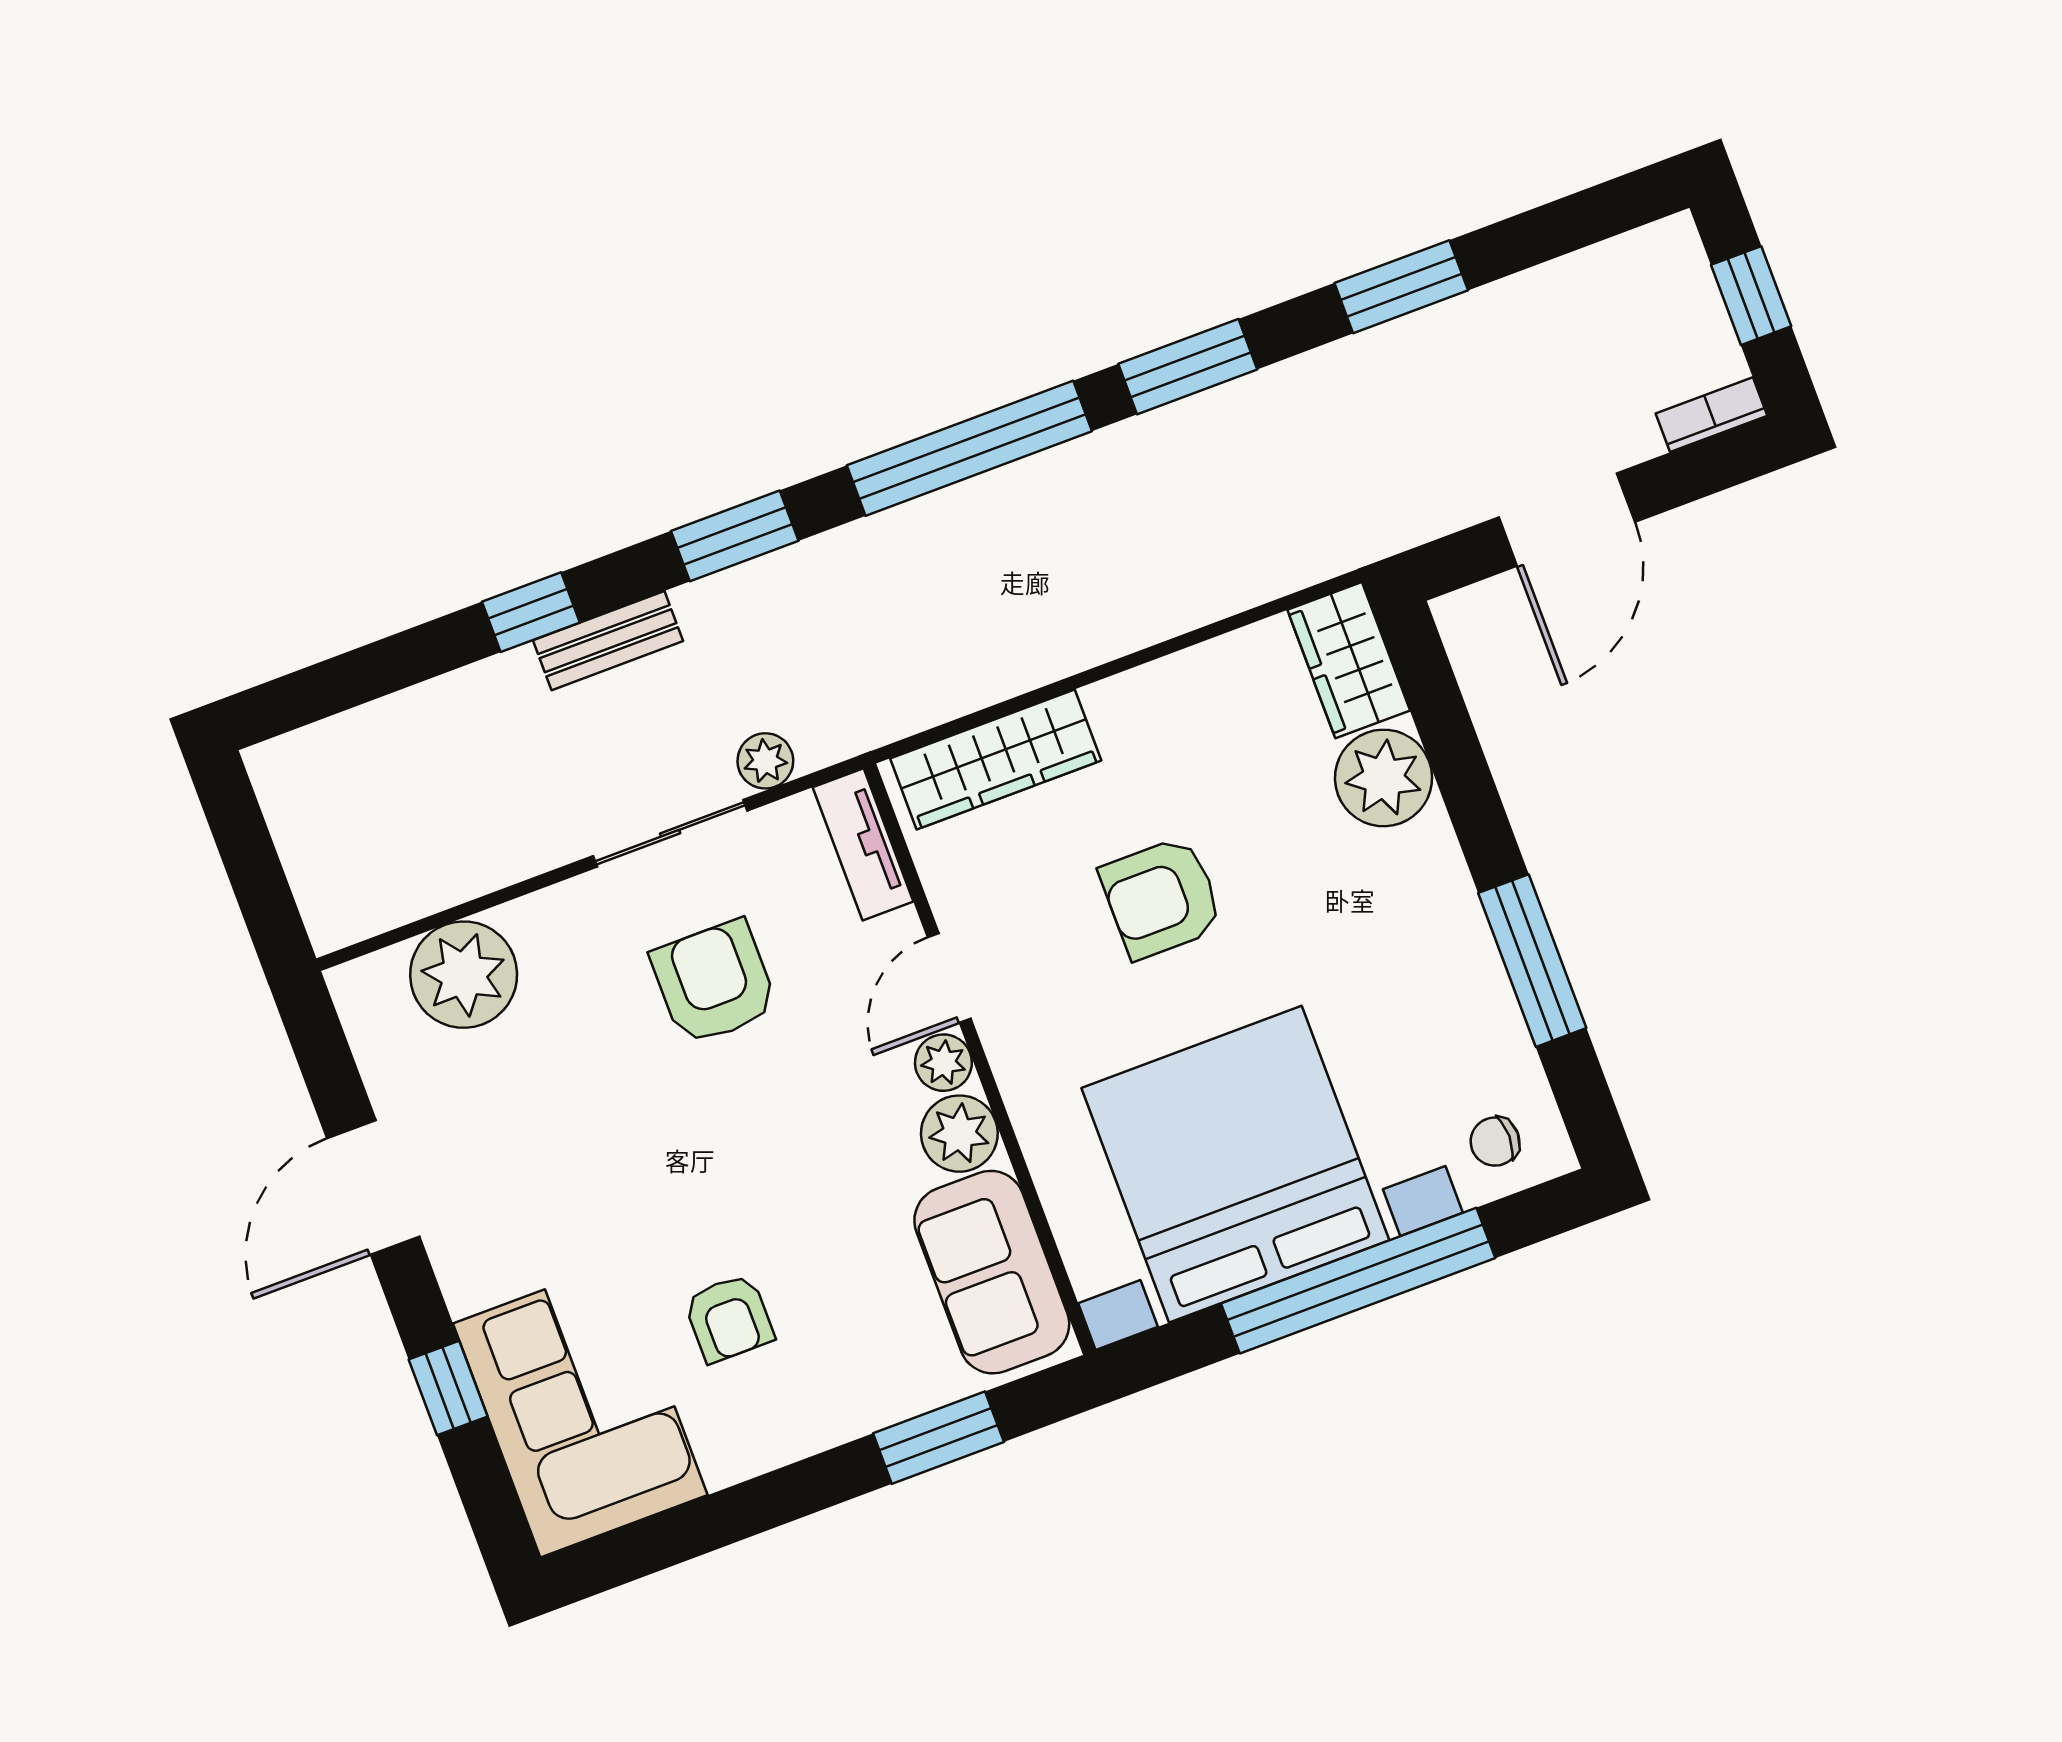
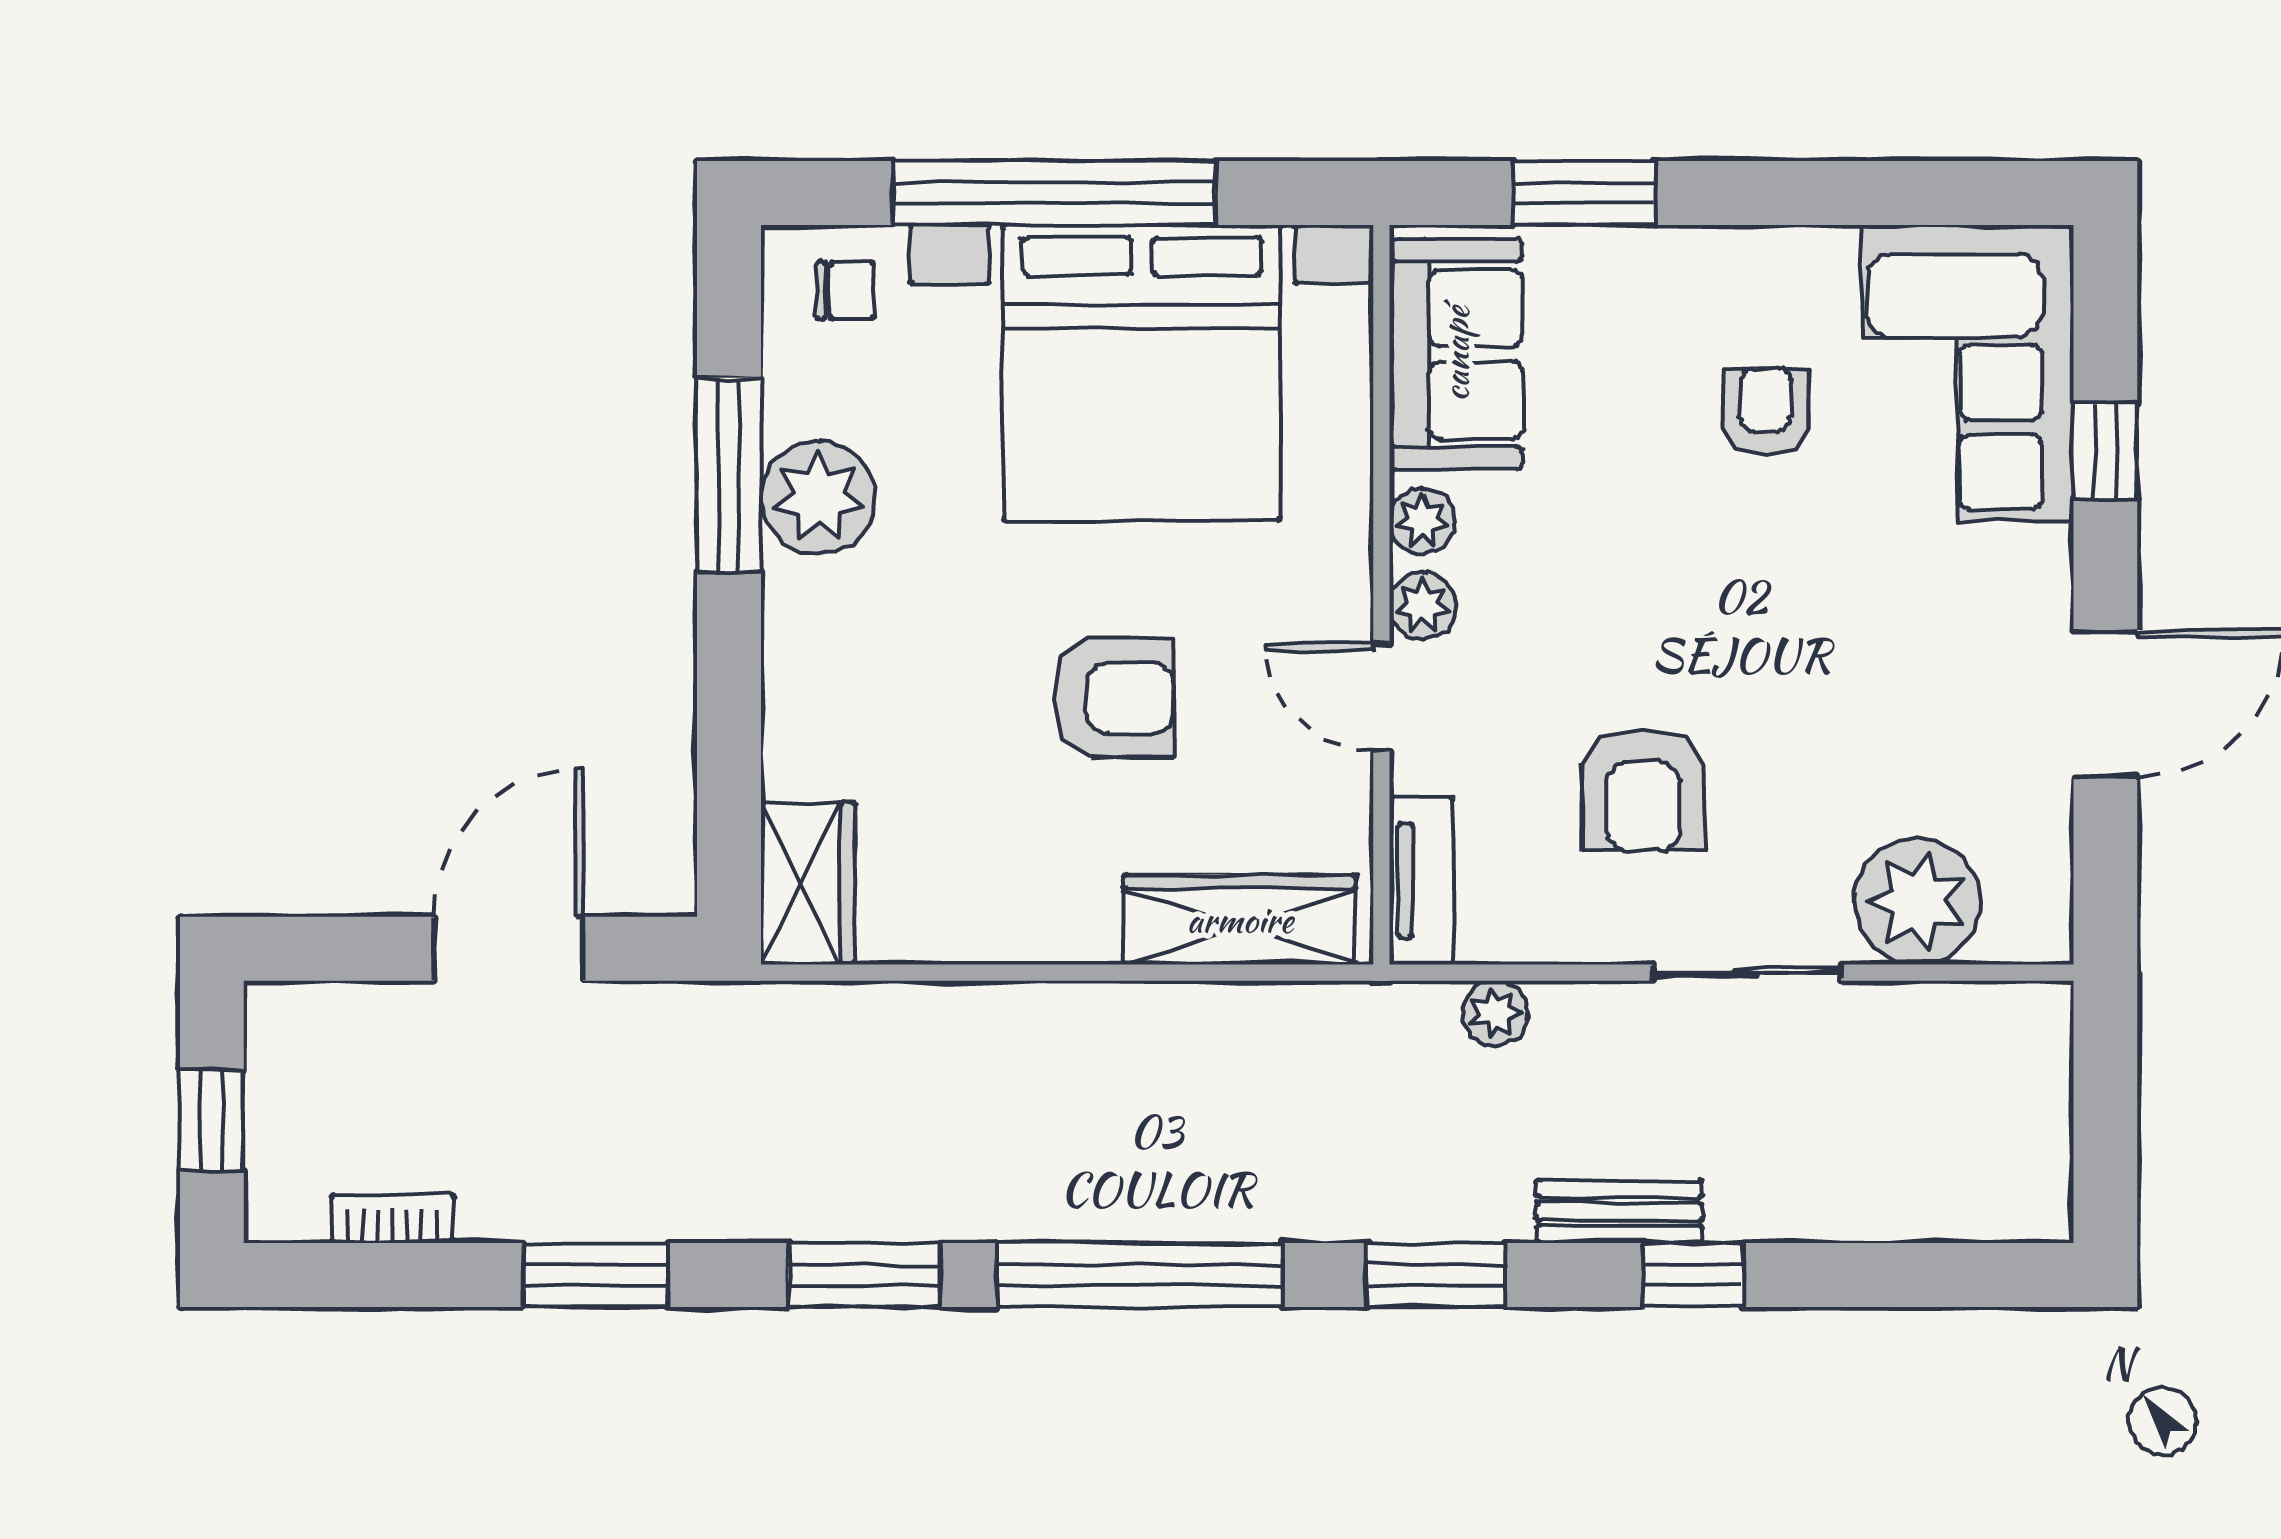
bookcase: (1711, 415) -> (393, 1219), moved, turned 180
plant: (1384, 778) -> (818, 498), moved
sliding door: (670, 833) -> (1747, 973), moved
door: (949, 978) -> (1381, 697), swing flipped
plant: (959, 1134) -> (1422, 521), width x0.73, depth x0.73

